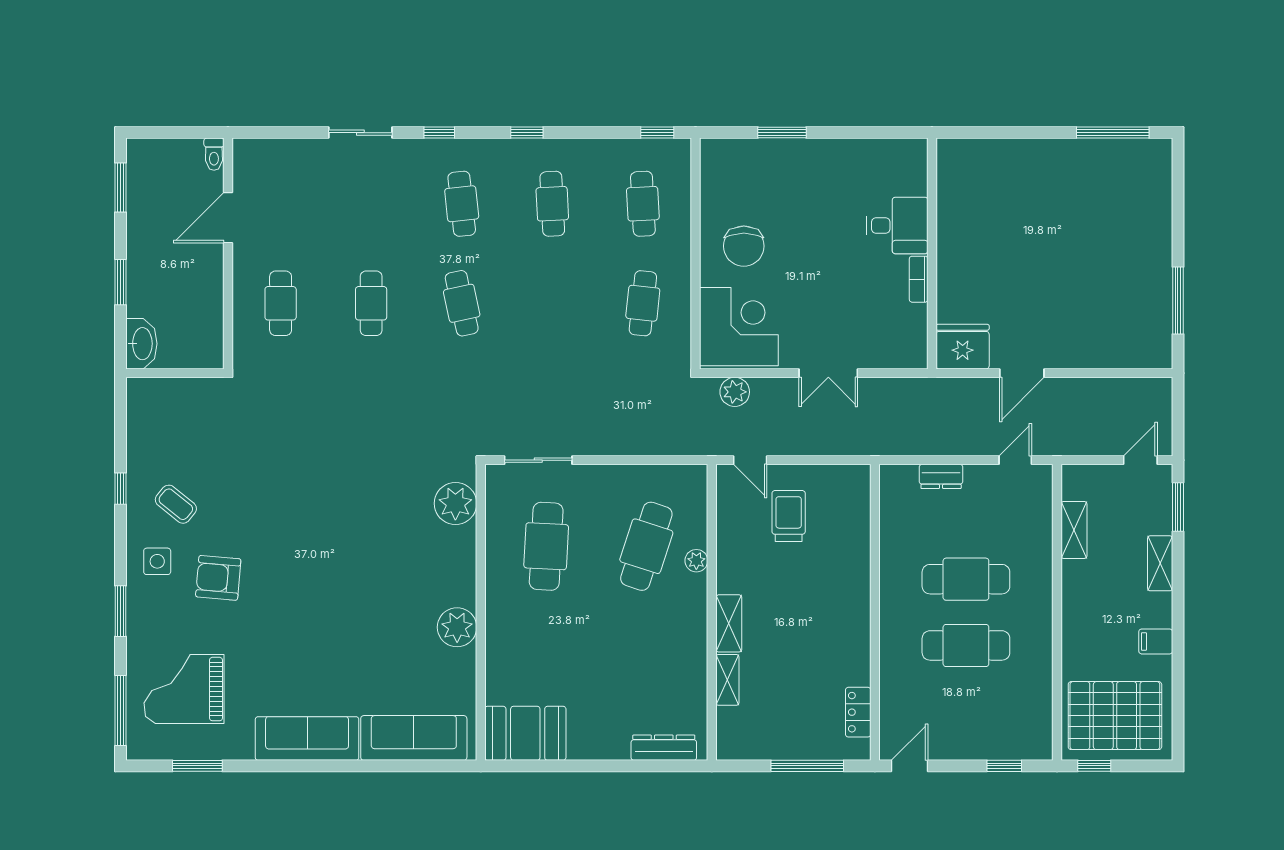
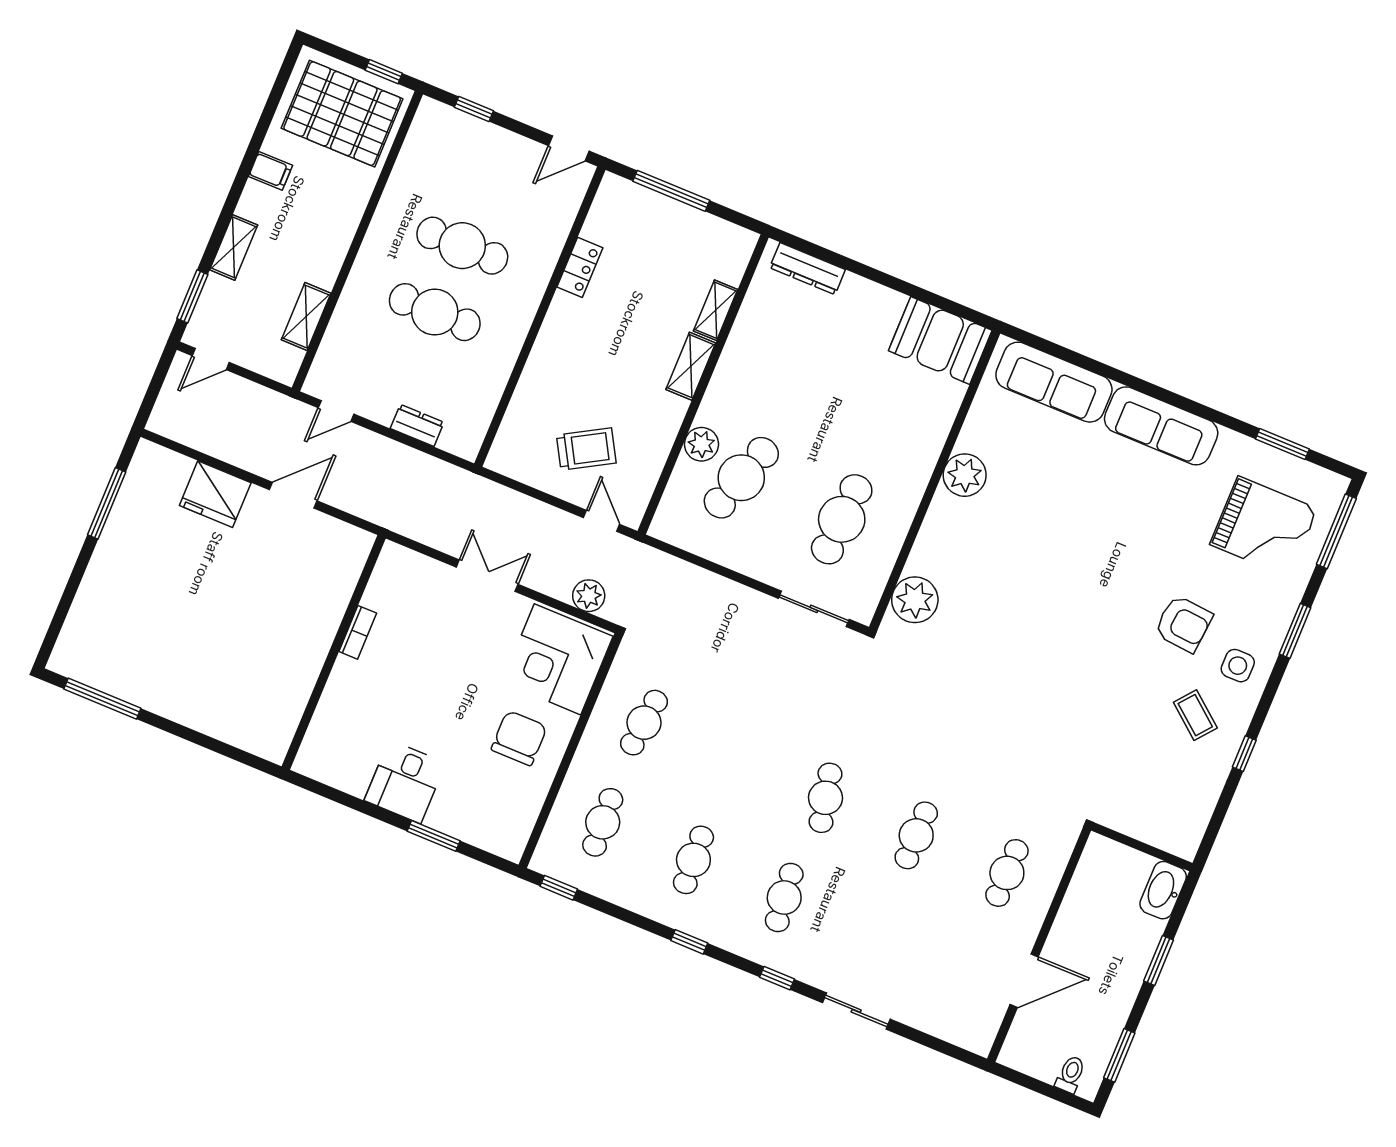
toilet: (214, 154) -> (1070, 1074), moved
desk: (897, 225) -> (405, 782), moved, turned -90
fridge: (963, 347) -> (215, 494), moved
trolley: (789, 516) -> (586, 449), turned -120
plant: (696, 561) -> (701, 444), width x1.38, depth x1.38
locker: (858, 712) -> (580, 267), moved

